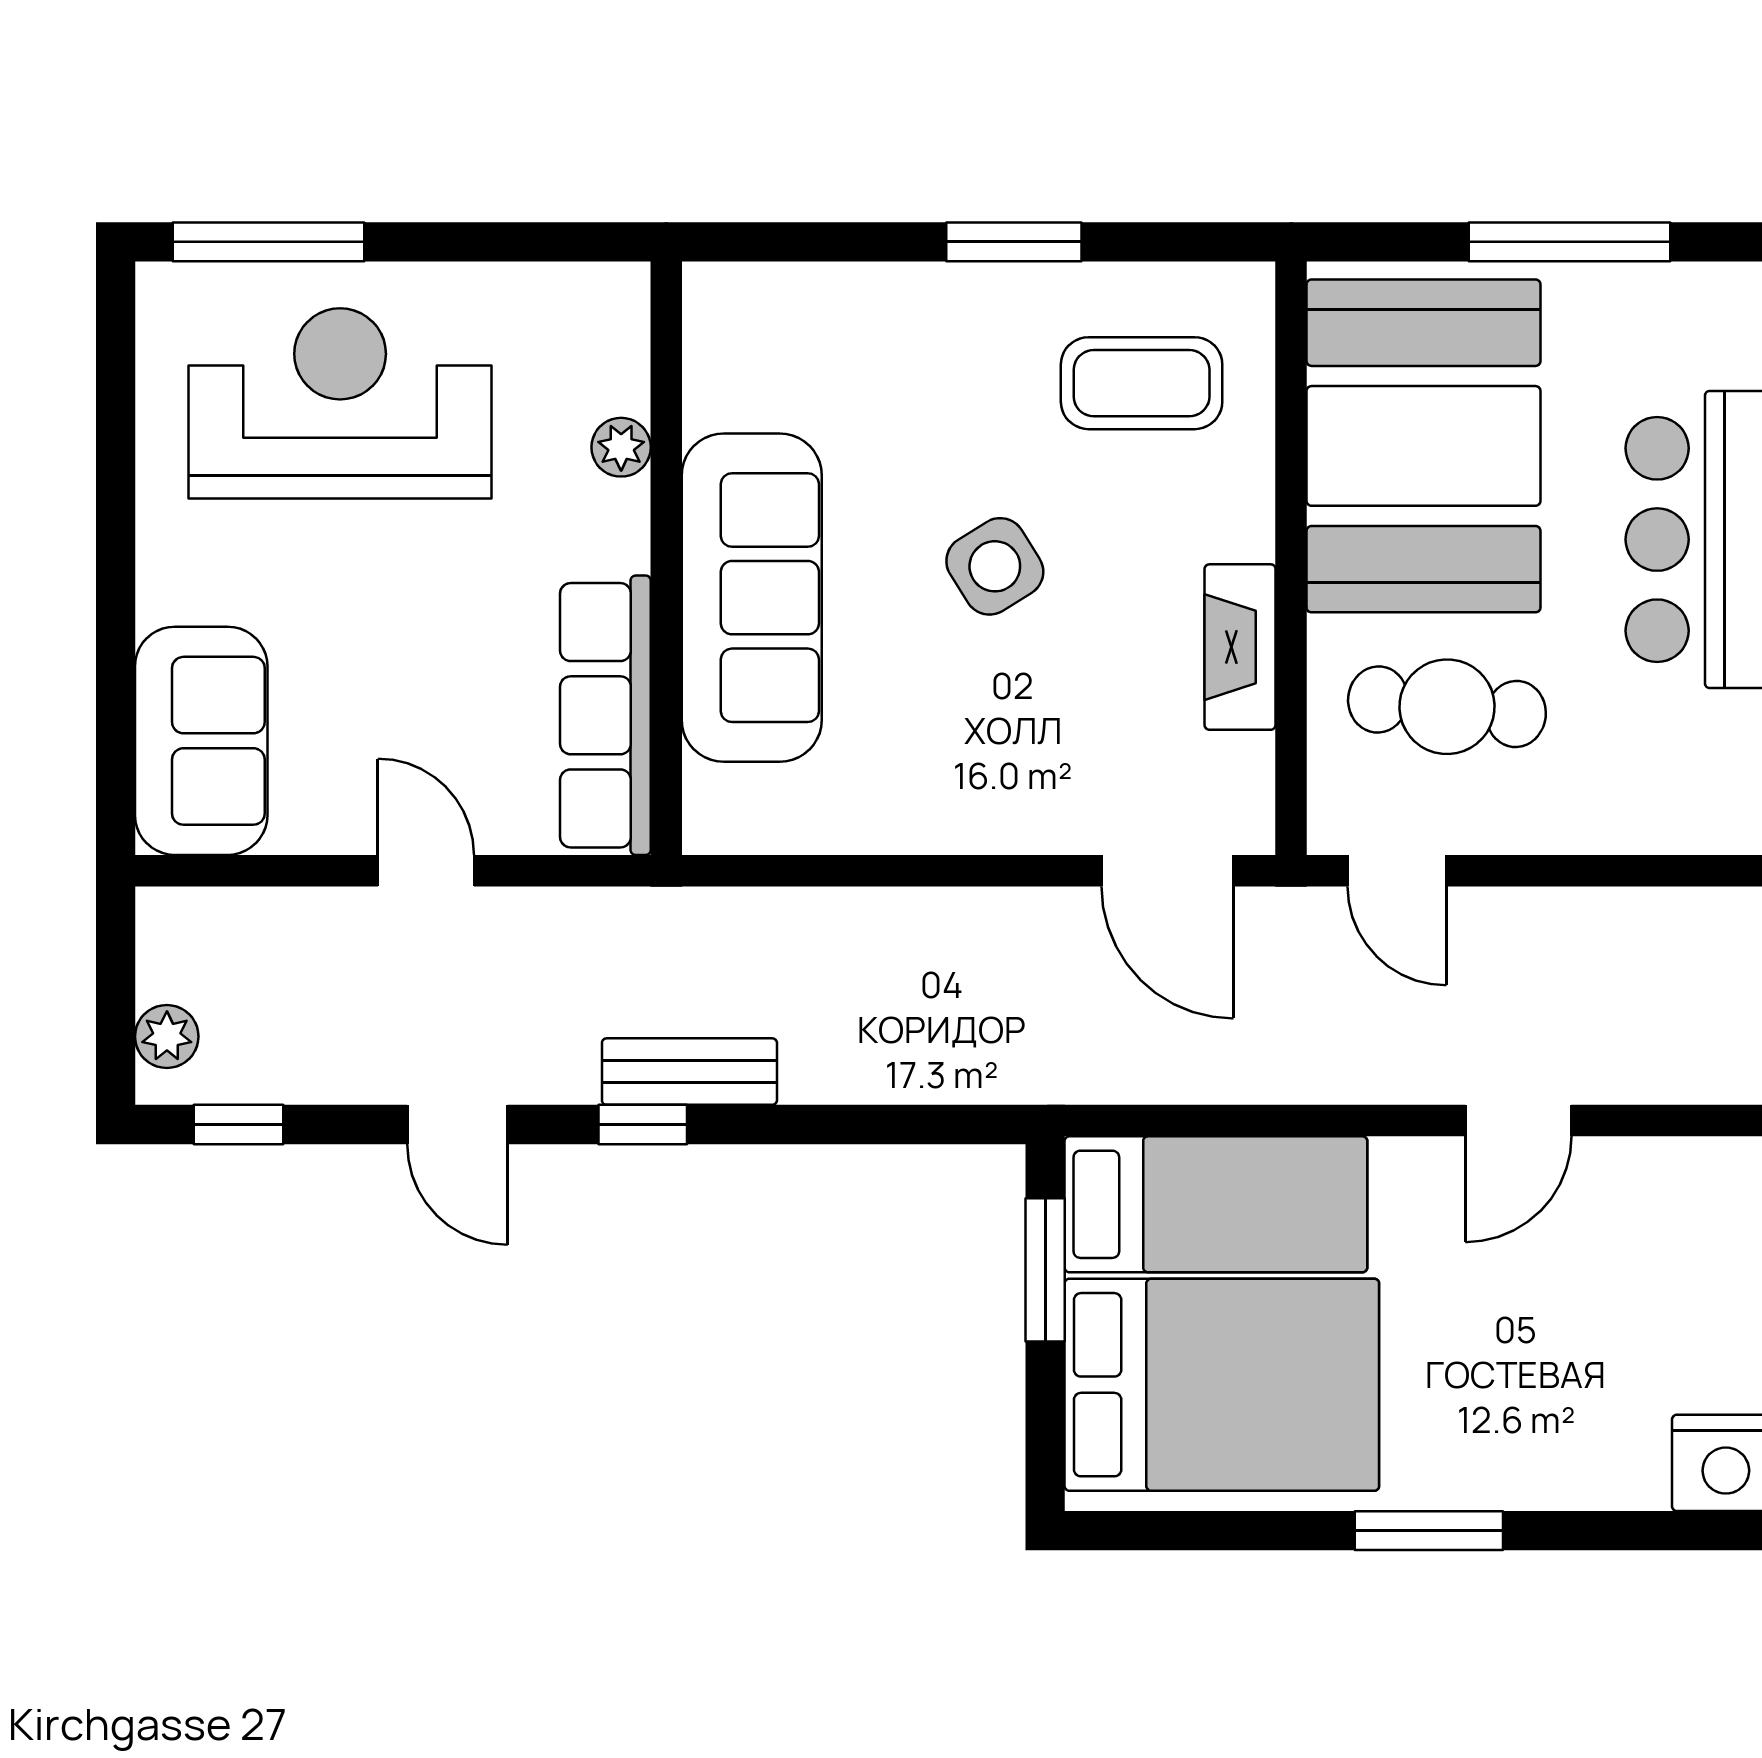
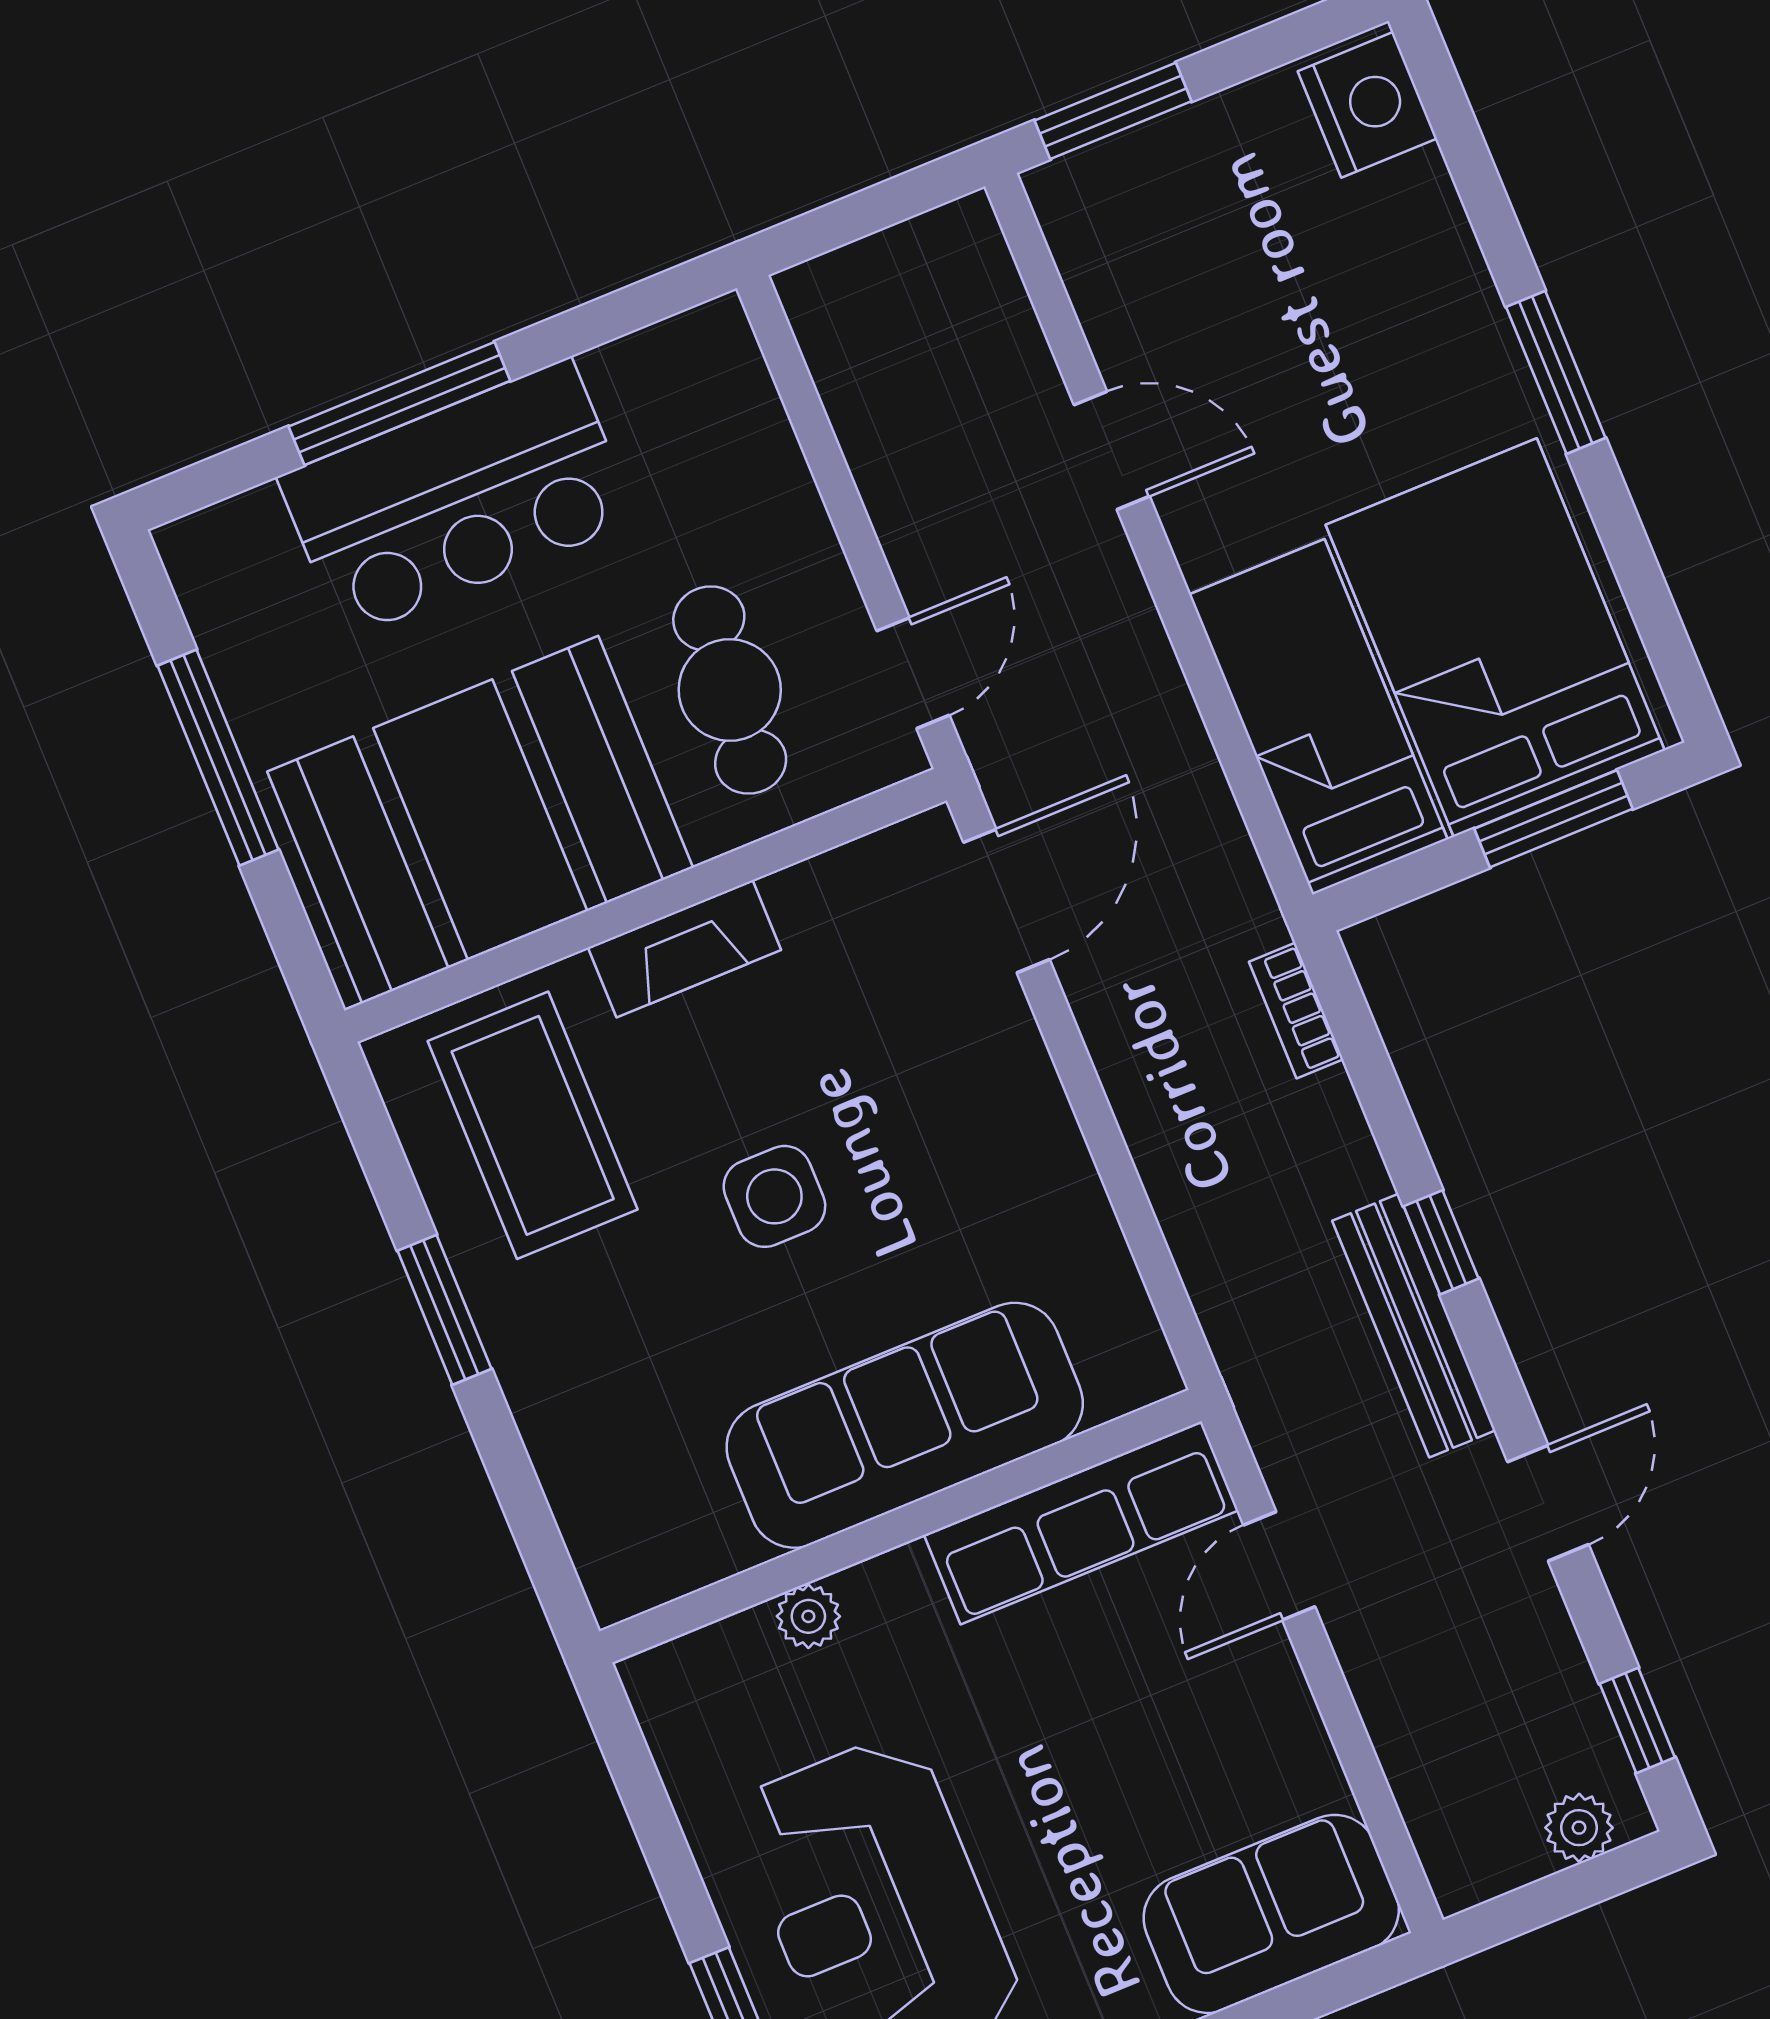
coffee table: (1142, 383) -> (533, 1125), width x1.36, depth x1.32
side table: (995, 566) -> (774, 1196), turned 32
fireplace: (1240, 647) -> (685, 949), moved
door: (426, 871) -> (1279, 1566), moved
bench: (689, 1072) -> (1414, 1326), width x1.36
bookcase: (971, 1081) -> (1296, 1011), added
window: (643, 1124) -> (1441, 1242), moved
window: (1045, 1270) -> (1553, 819), moved

